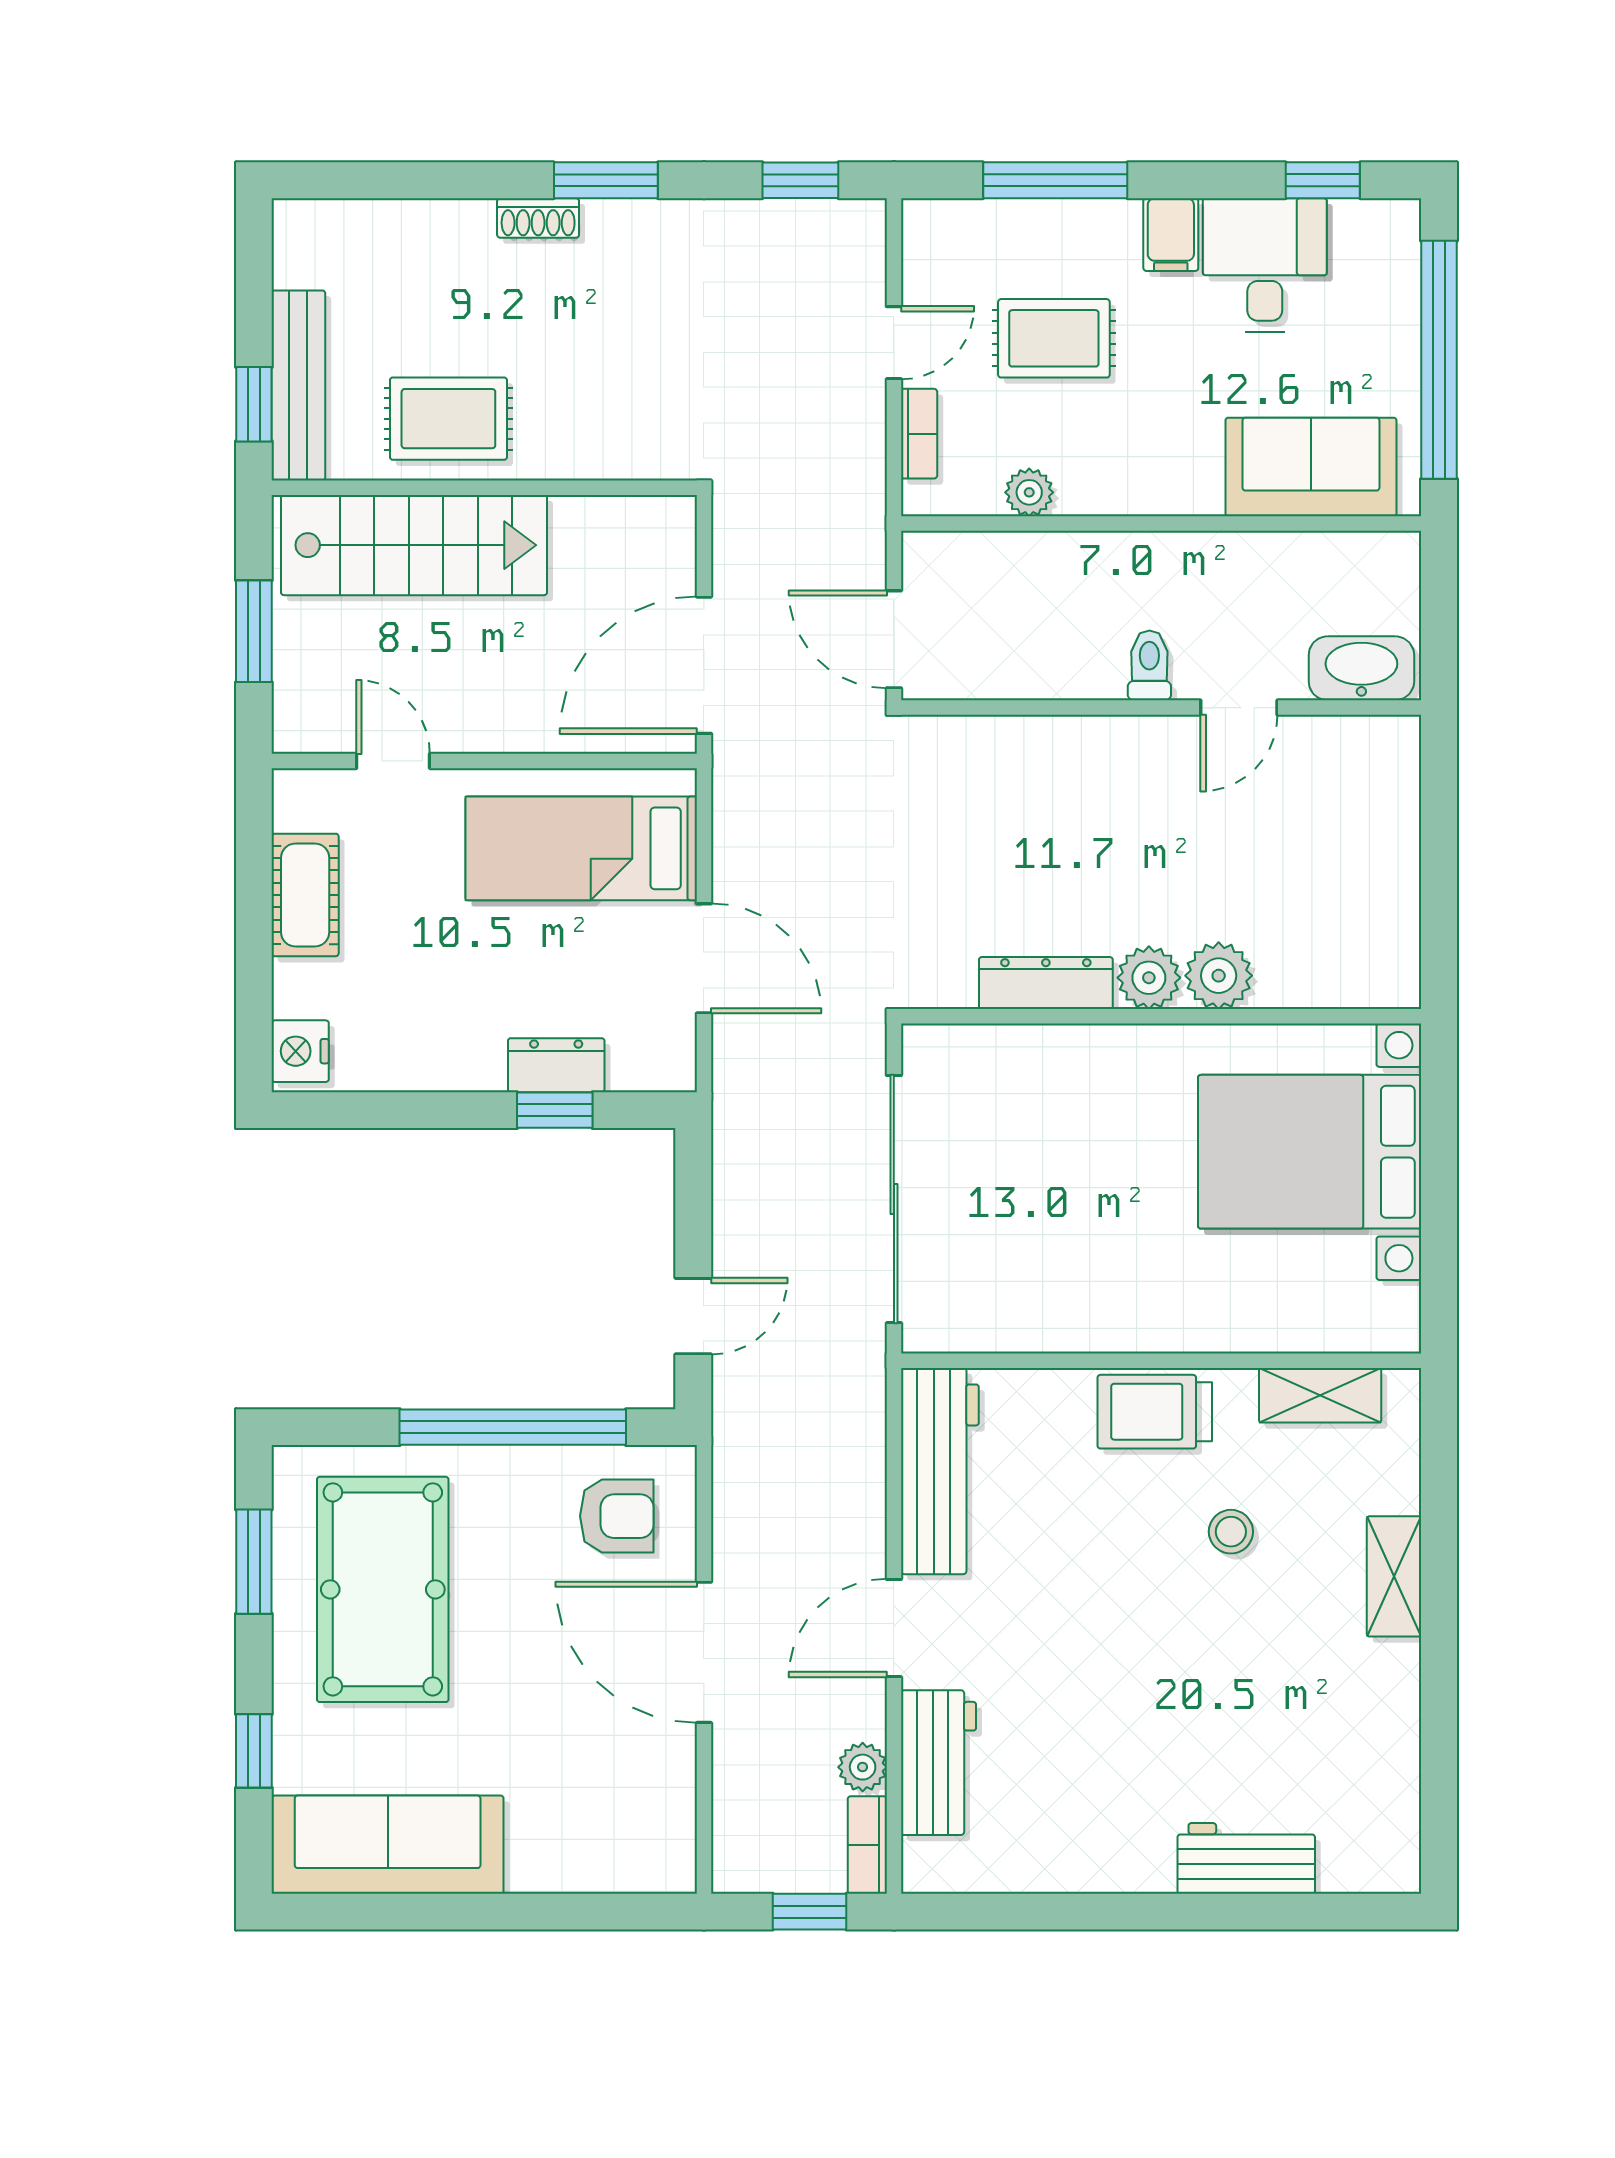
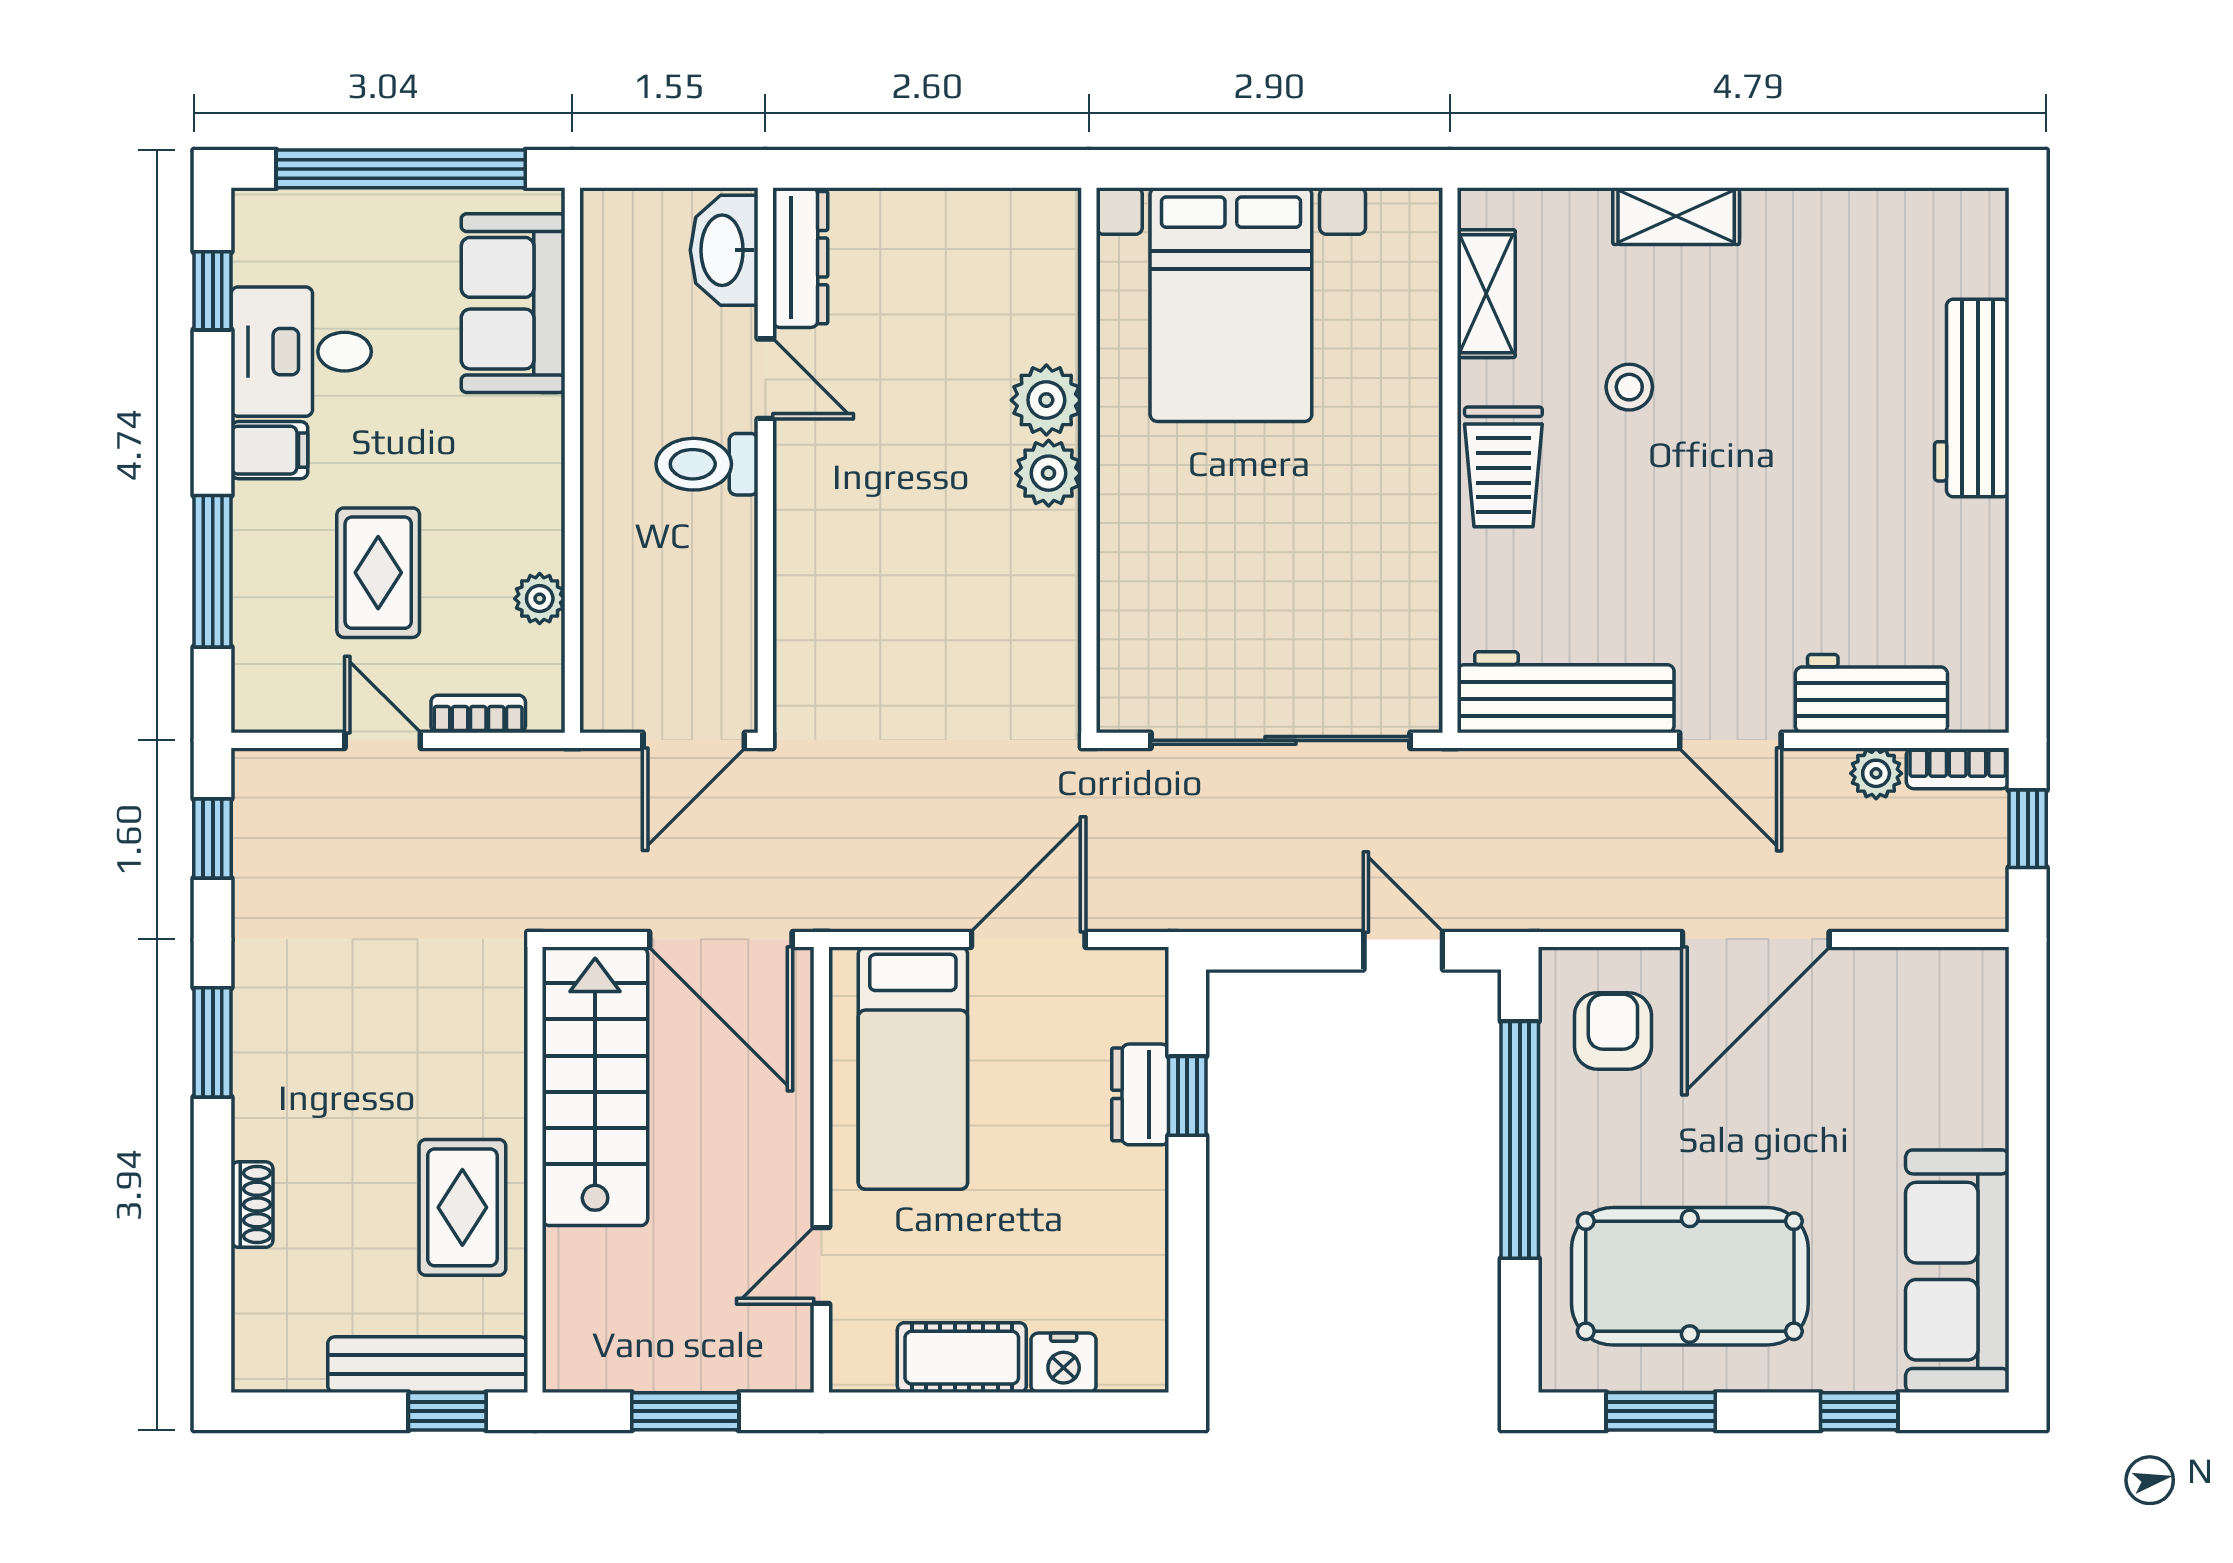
shoe rack: (538, 218) -> (252, 1205), moved
stairs: (414, 545) -> (595, 1086), moved
toilet: (1149, 665) -> (707, 464), width x1.37, depth x1.39
dresser: (1046, 983) -> (800, 258), moved, turned 180
nightstand: (300, 1051) -> (1064, 1363), moved
workbench: (1246, 1858) -> (1972, 398), width x1.38

